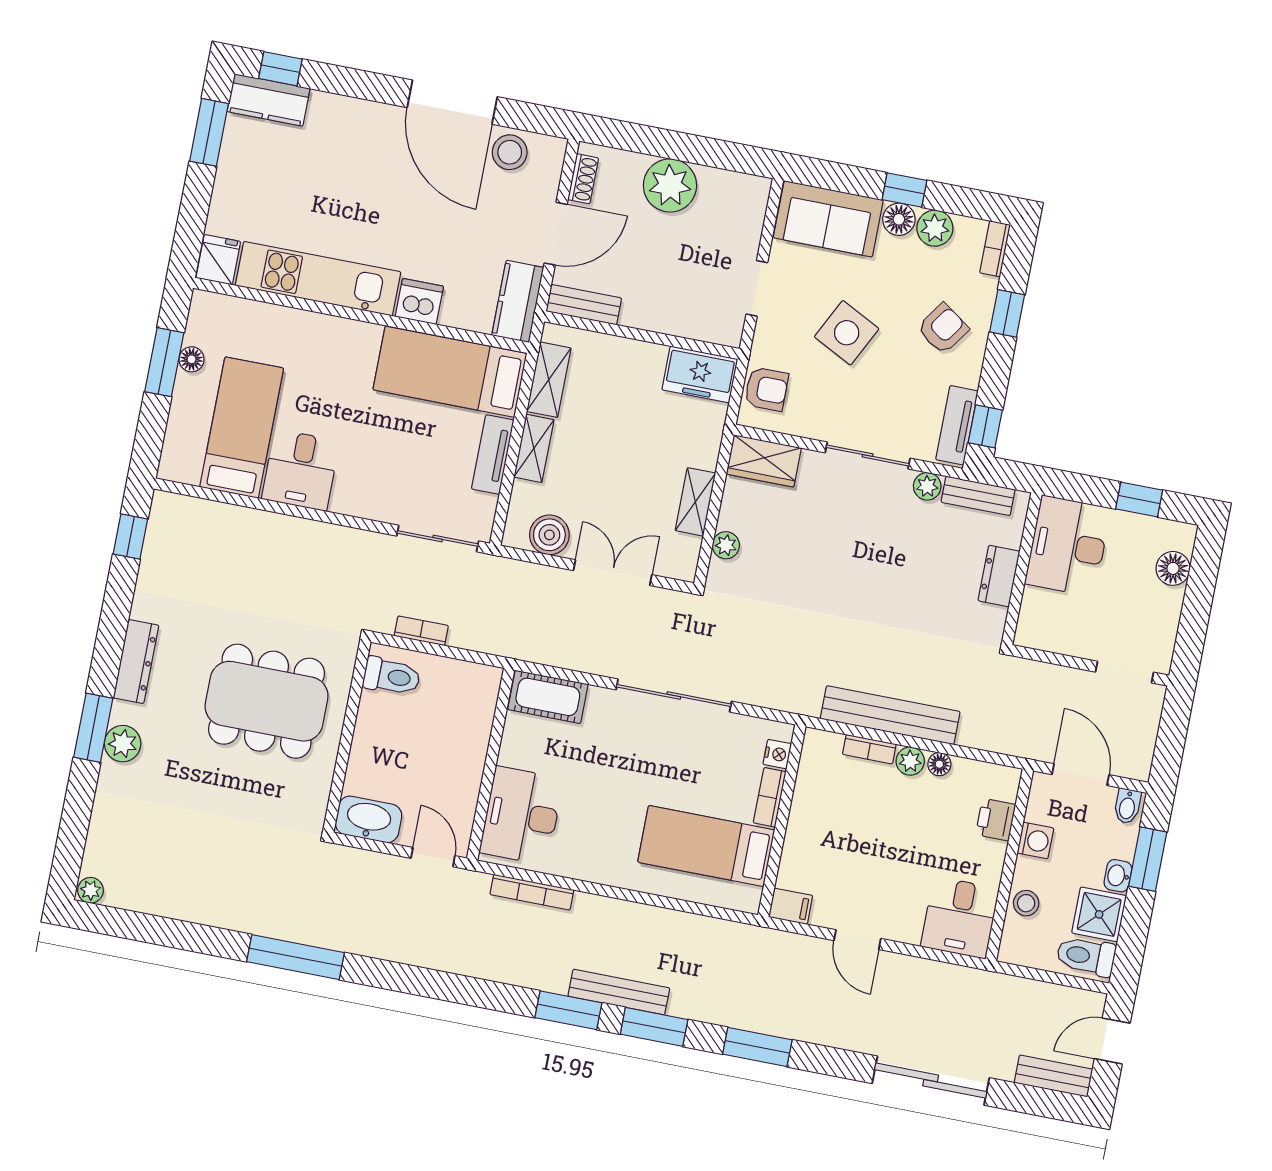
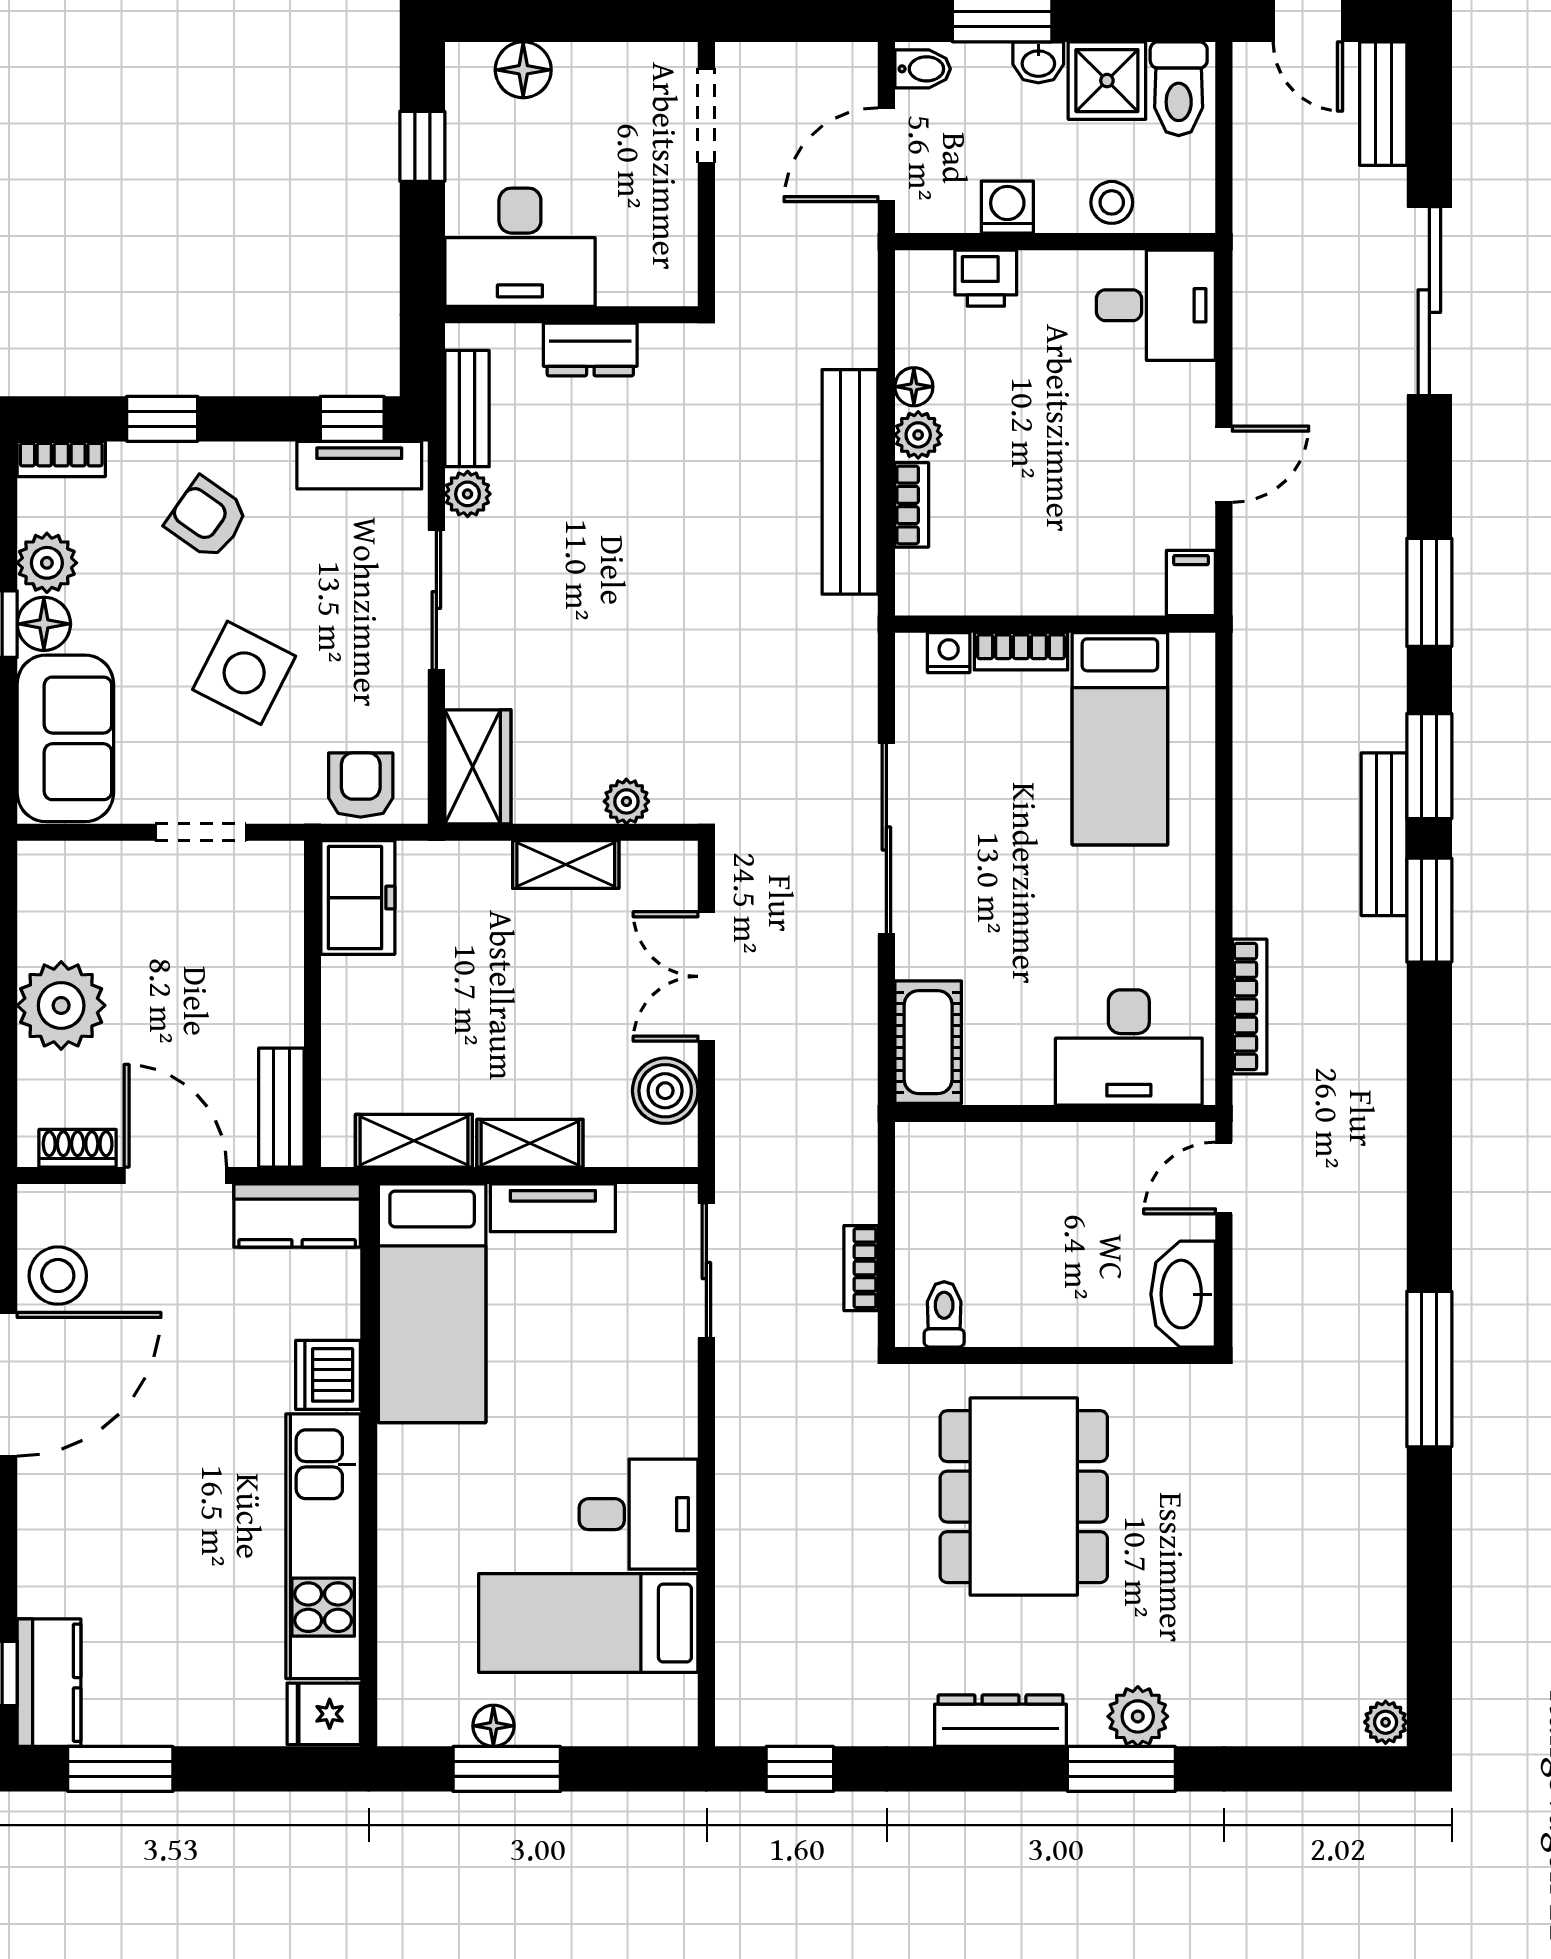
toilet: (392, 676) -> (944, 1314), width x0.73, depth x0.72

